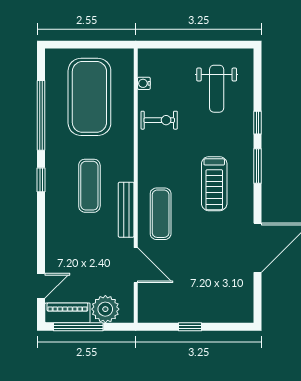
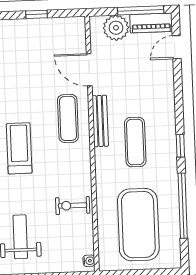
water cooler: (144, 83) -> (89, 261), moved

